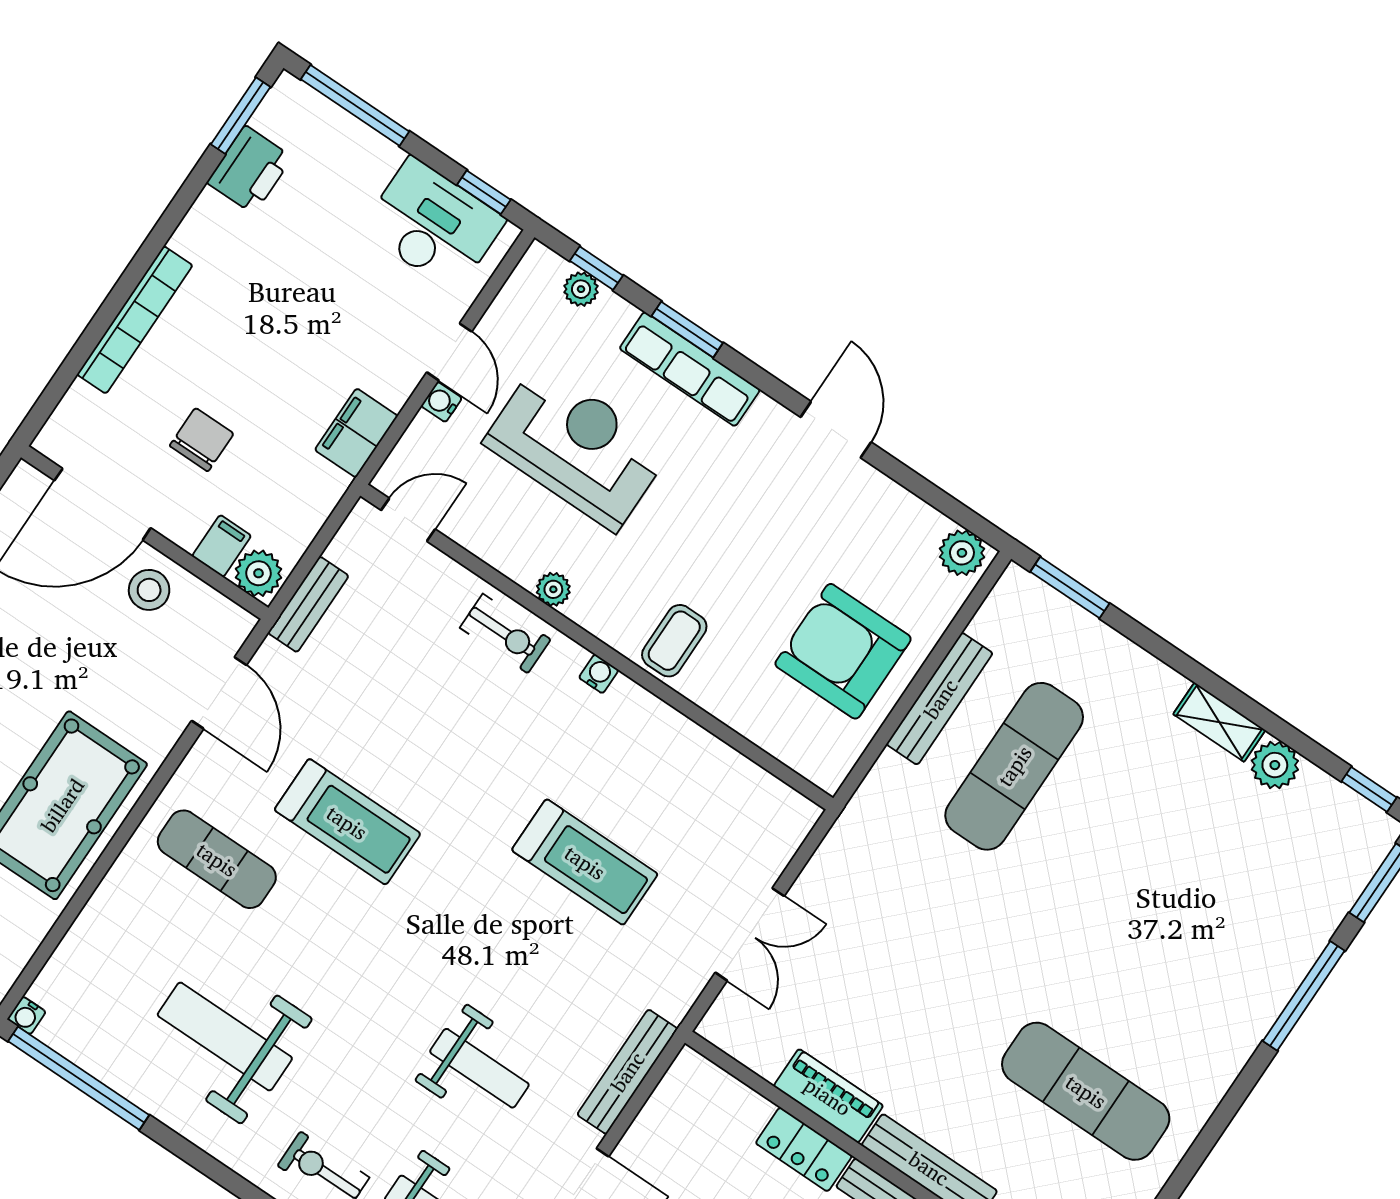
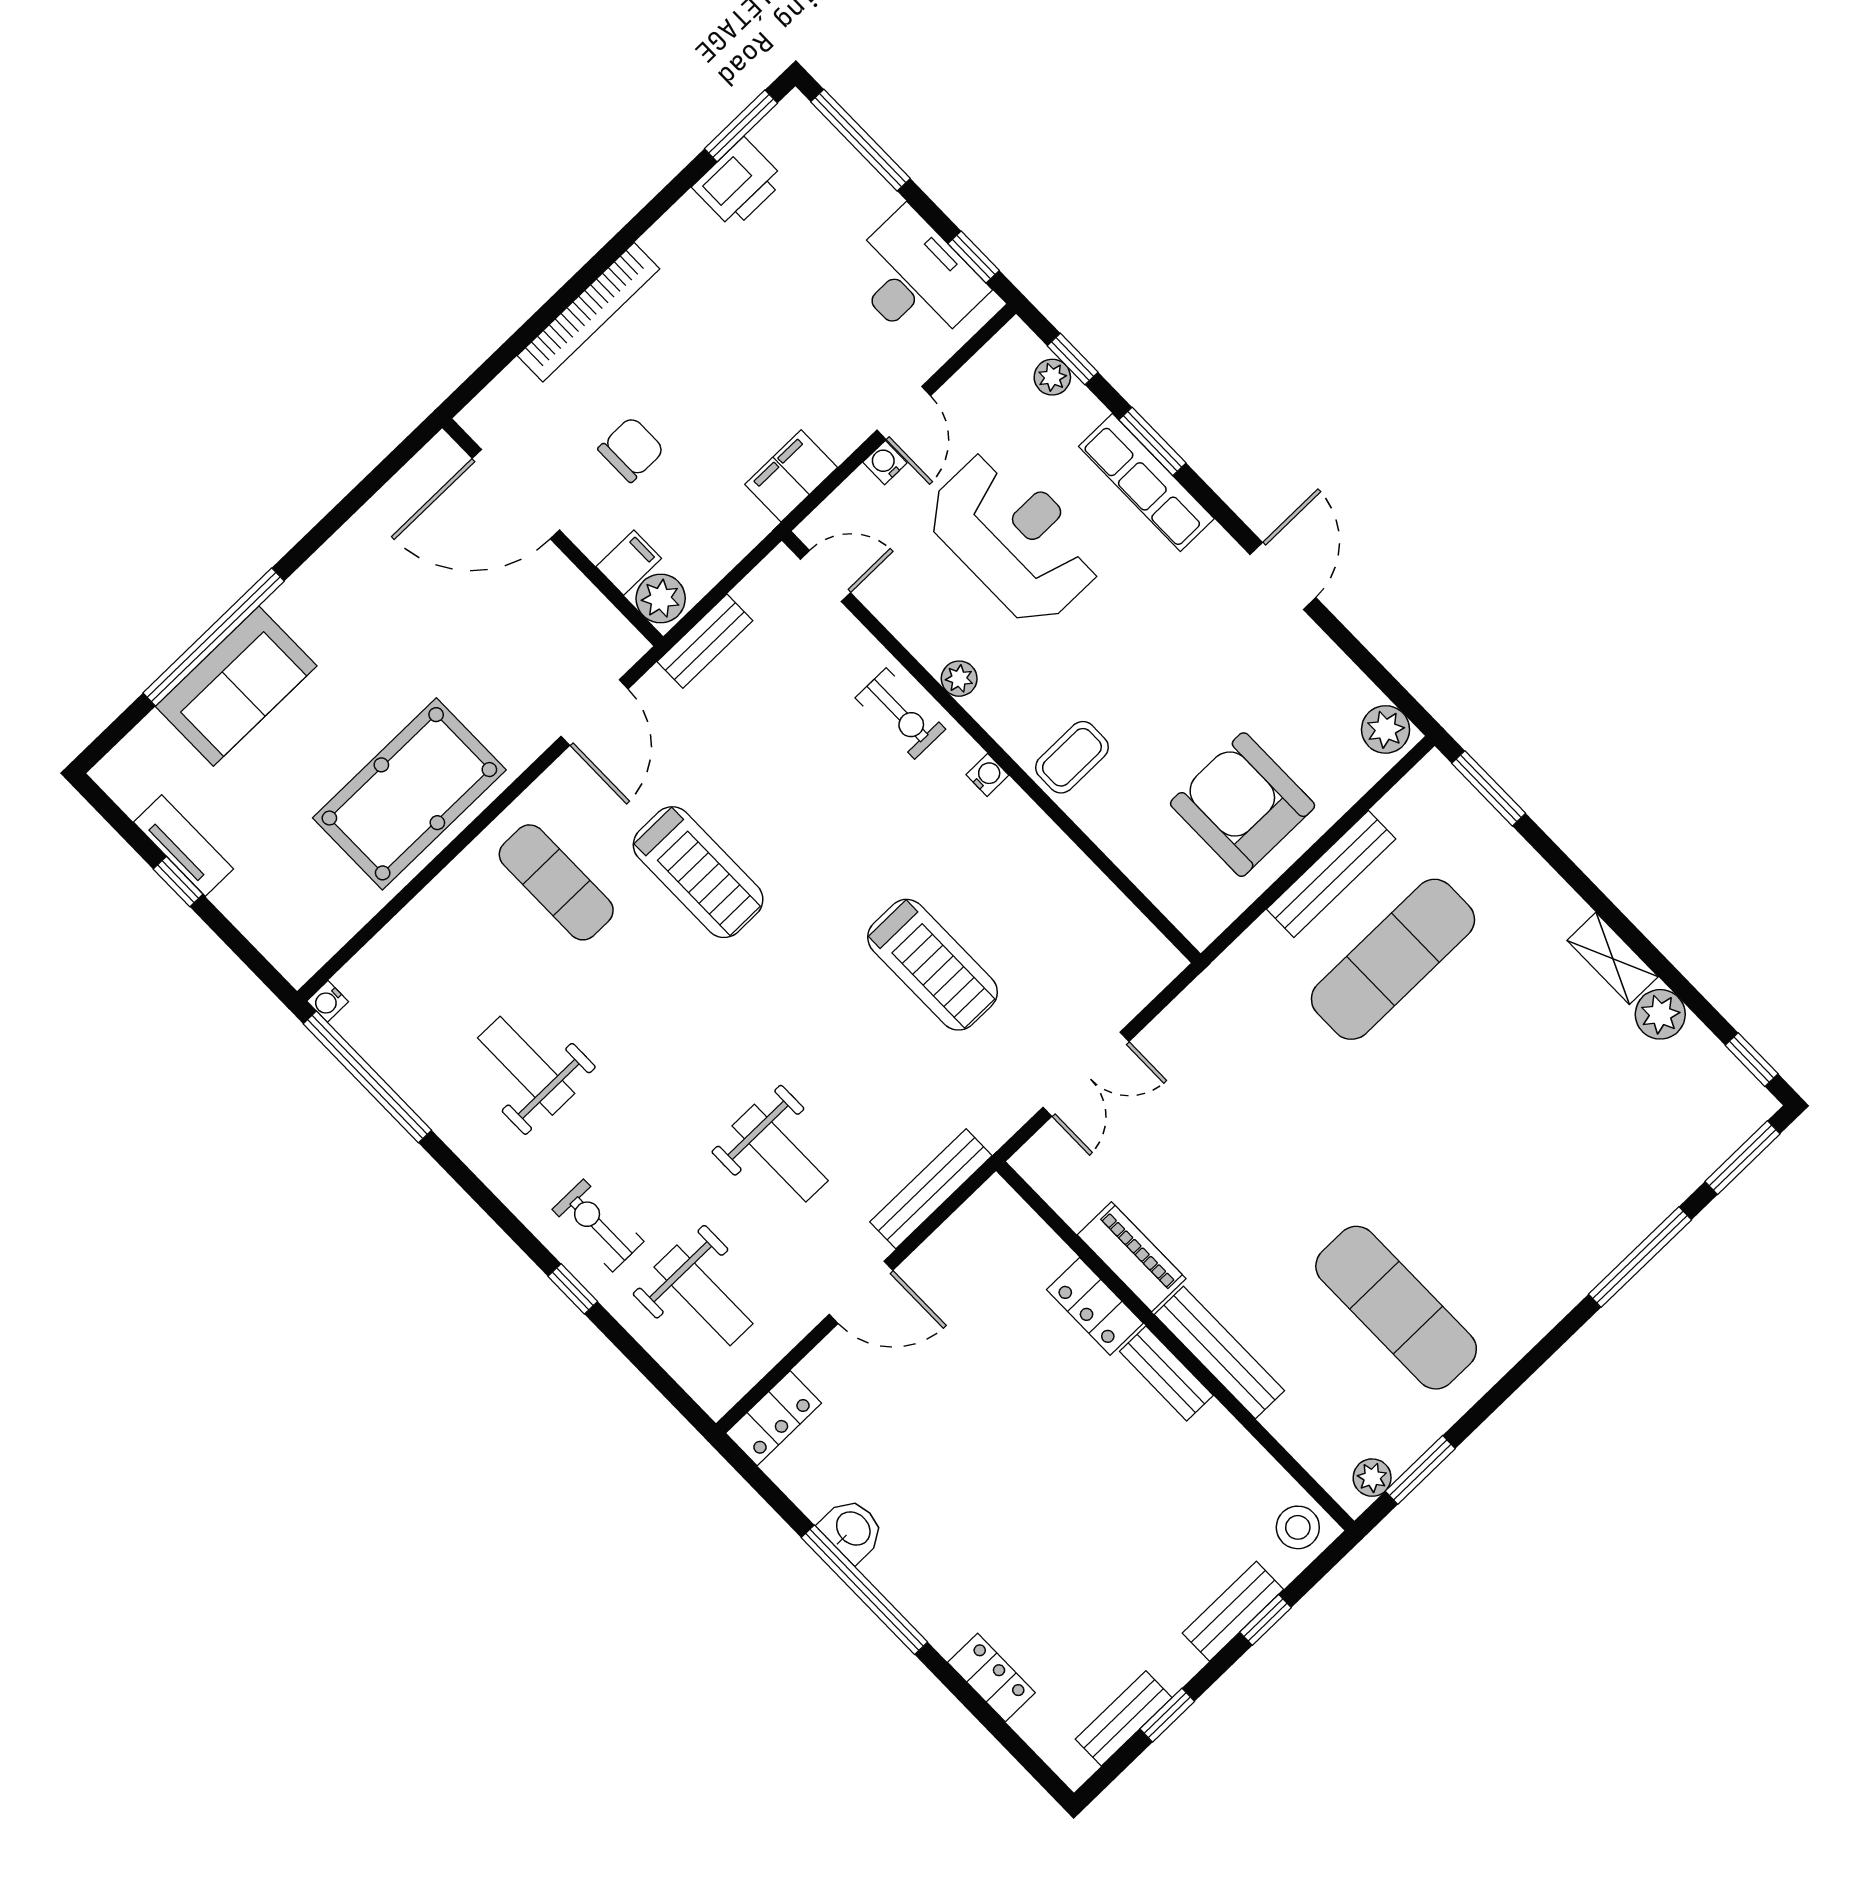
stool: (149, 590) -> (545, 592), removed
weight bench: (225, 1036) -> (526, 1066), width x0.73, depth x0.75

